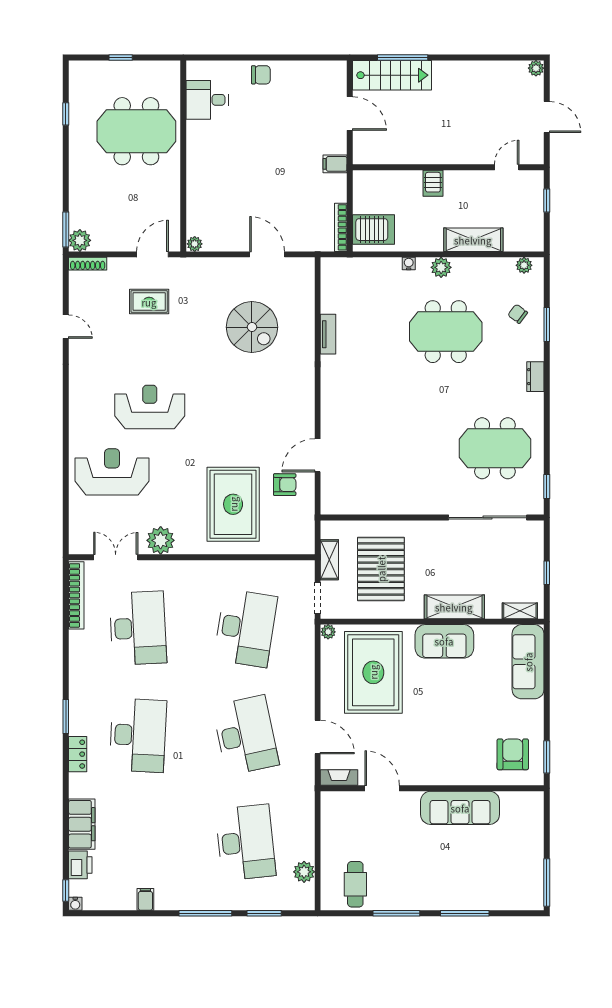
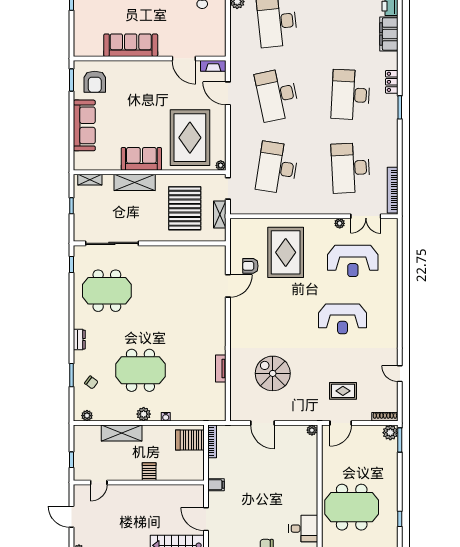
reception desk: (112, 472) -> (353, 261), moved
plant: (161, 540) -> (340, 223), width x0.53, depth x0.53
sofa: (528, 662) -> (84, 125), moved

